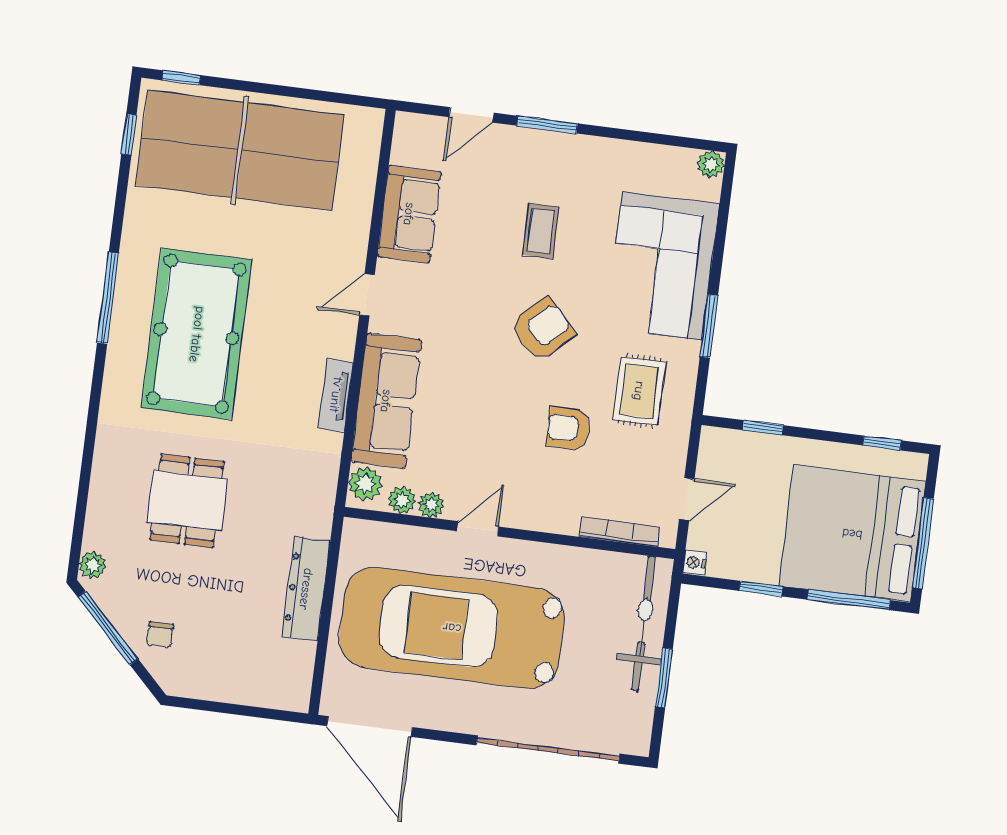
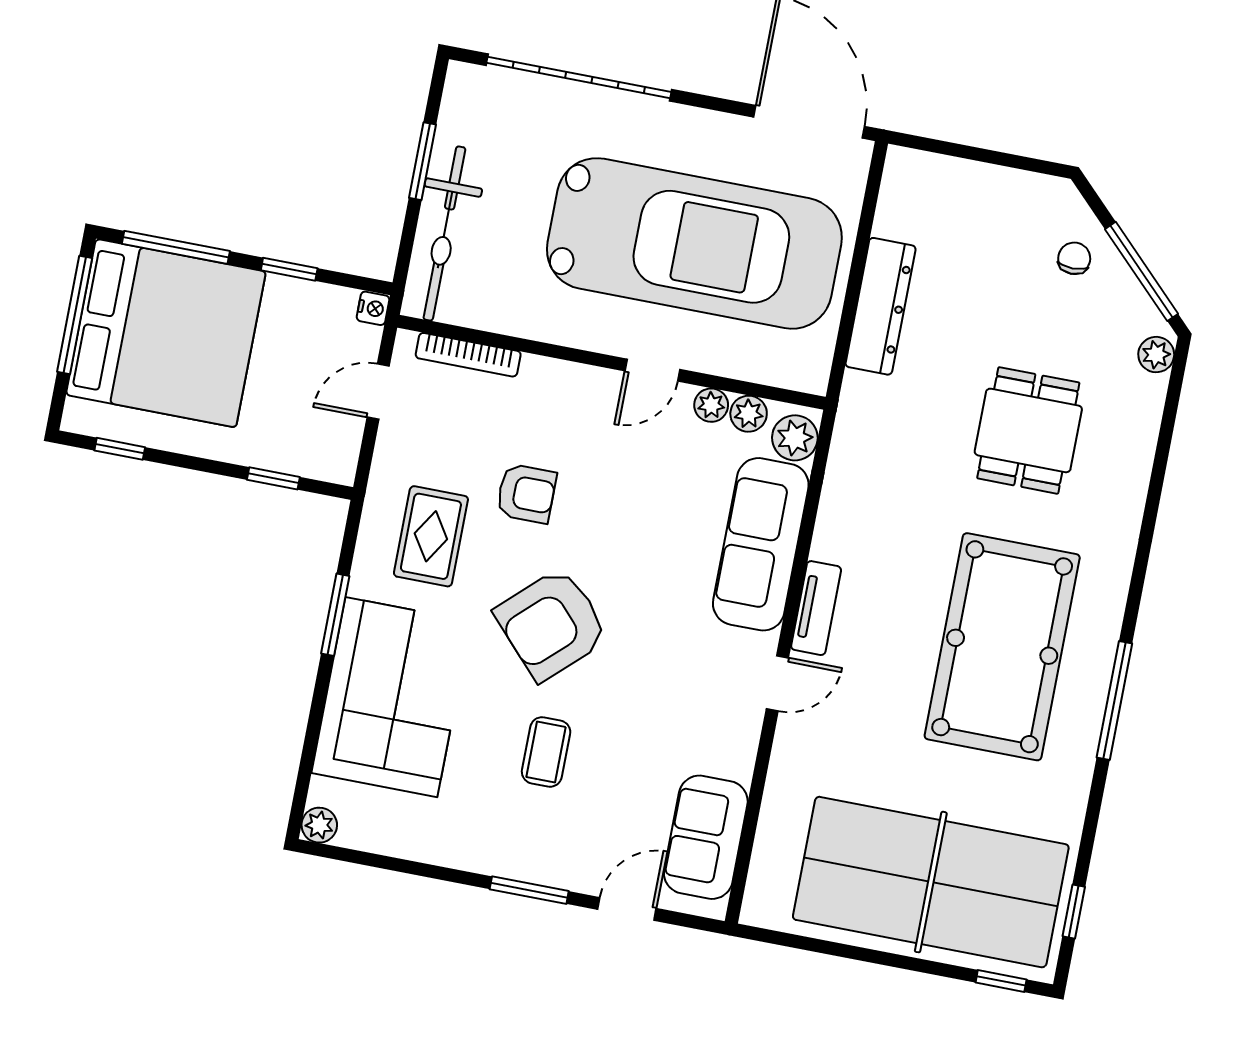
sofa: (409, 214) -> (706, 837), moved
armchair: (543, 329) -> (552, 624), width x1.36, depth x1.36
tv unit: (336, 395) -> (816, 608), moved

